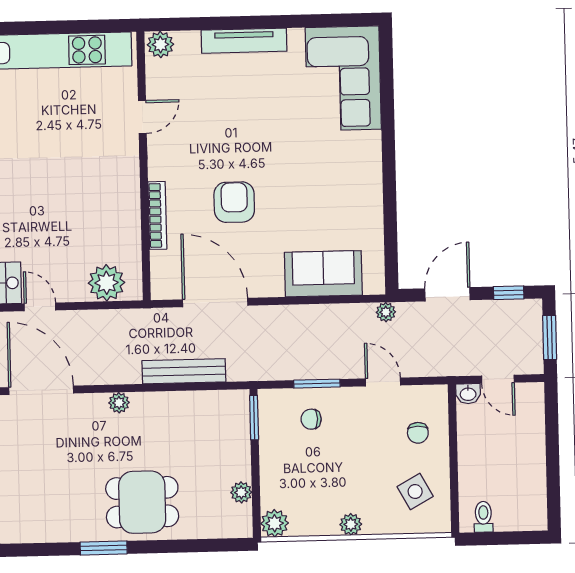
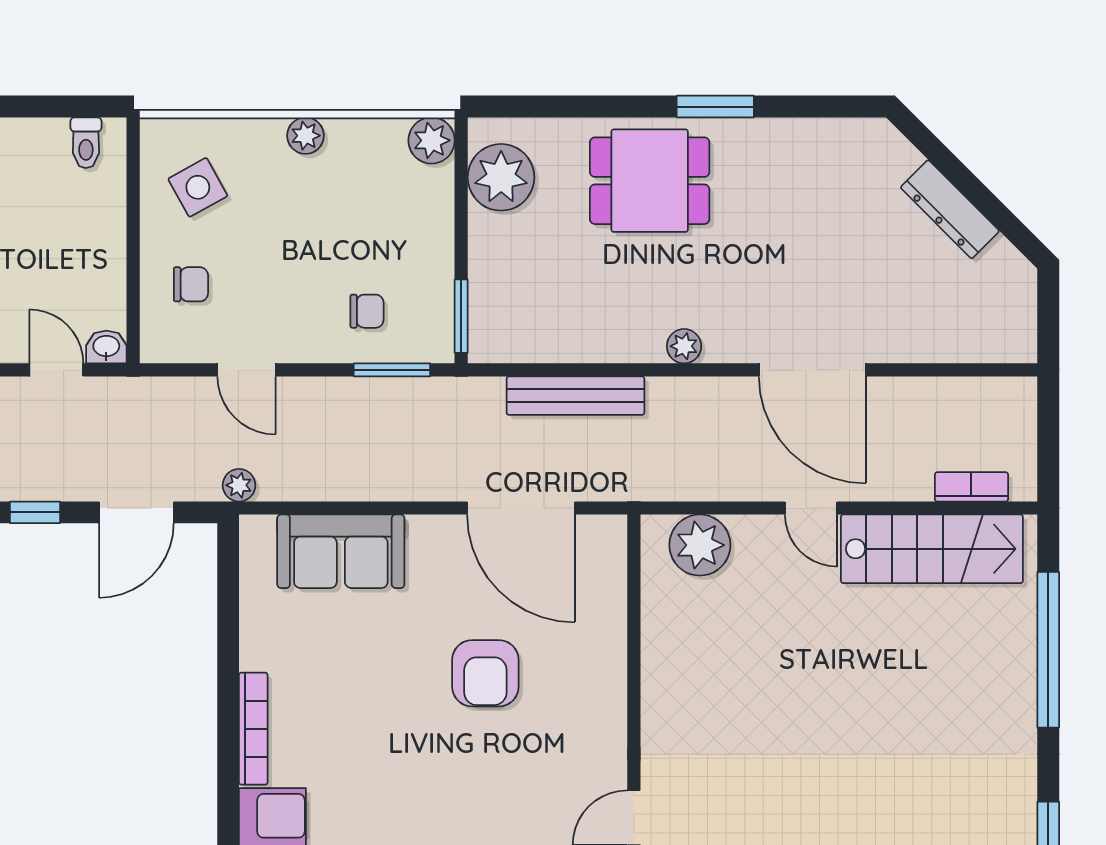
bookcase: (157, 215) -> (253, 729), moved, turned 180
window: (317, 384) -> (392, 370), moved
chair: (418, 433) -> (191, 284), turned 90
plant: (241, 492) -> (501, 177), width x1.87, depth x1.87

